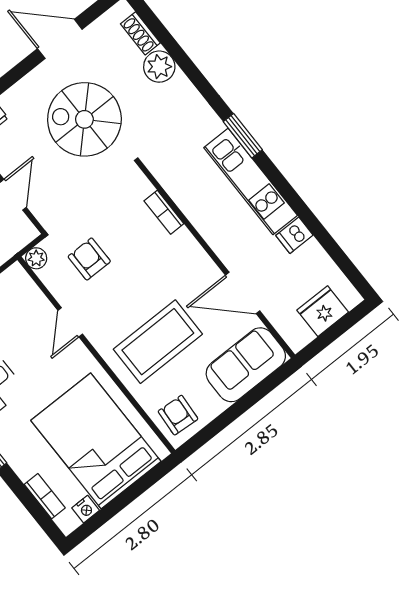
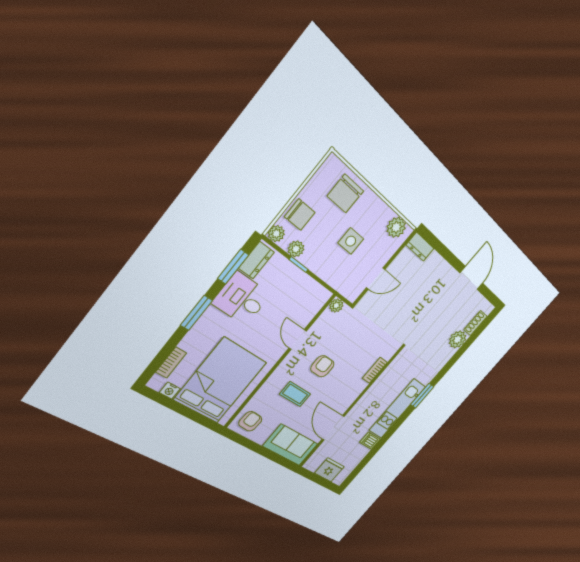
spiral stairs: (84, 119) -> (425, 308), removed
armchair: (89, 259) -> (322, 366), moved
door: (70, 322) -> (298, 340), hinge flipped
coffee table: (158, 342) -> (295, 394), width x0.54, depth x0.58

